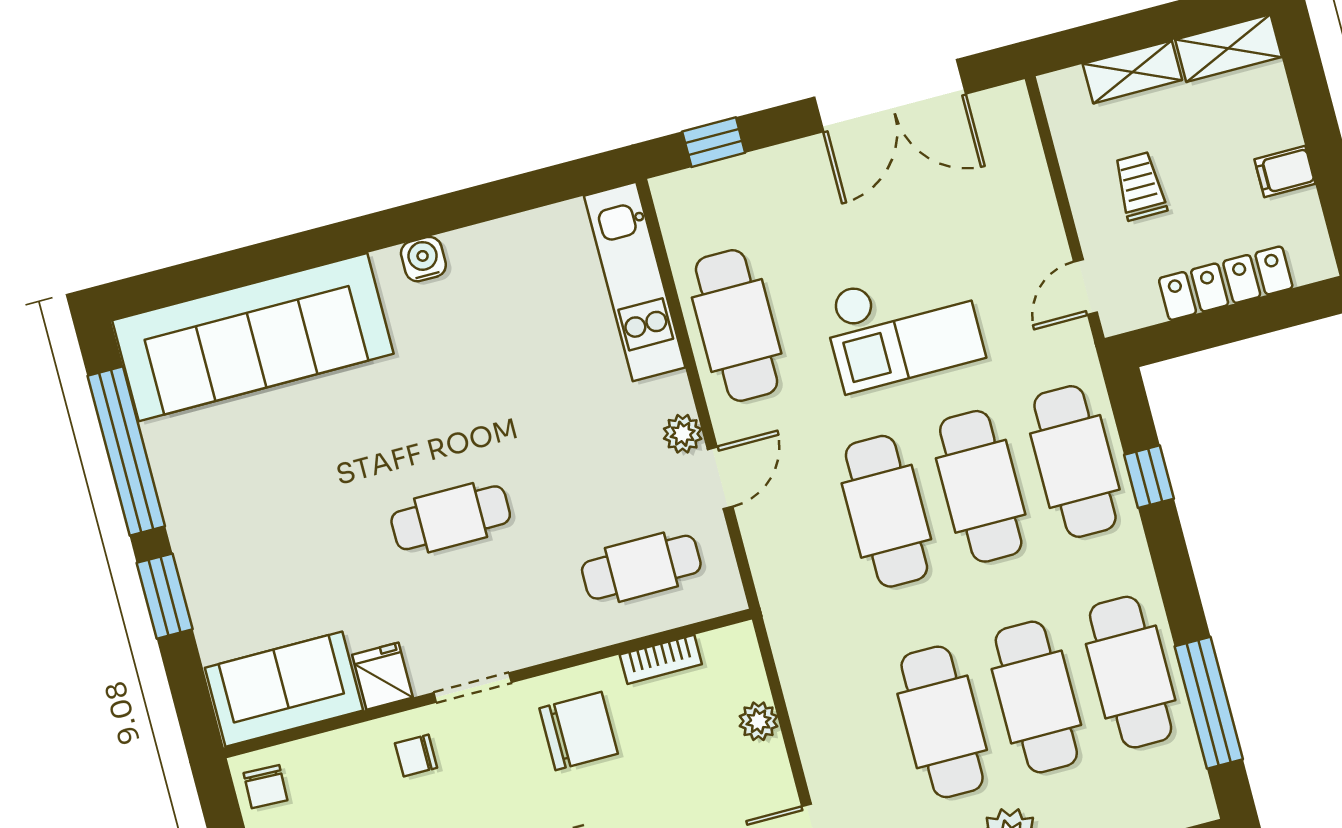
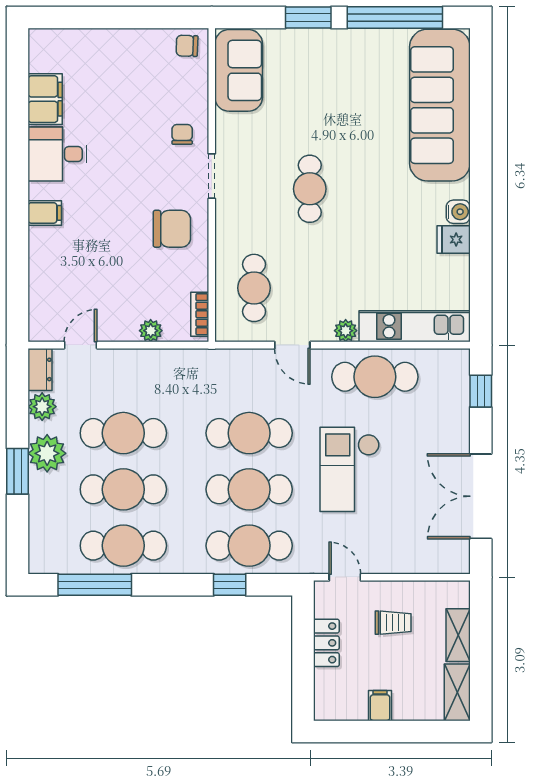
locker: (1226, 283) -> (326, 643), width x0.66
plant: (683, 434) -> (346, 331), moved
bookcase: (661, 659) -> (200, 314), moved
fridge: (382, 676) -> (454, 240), moved, turned 180
chair: (579, 731) -> (172, 229), turned -90

